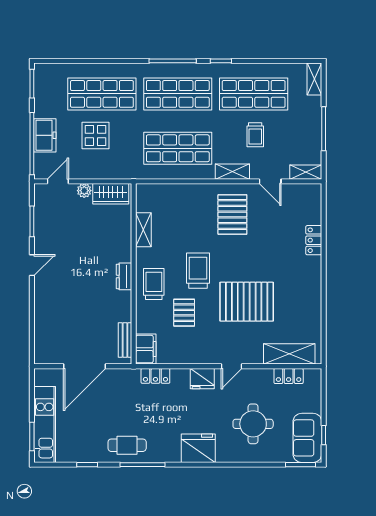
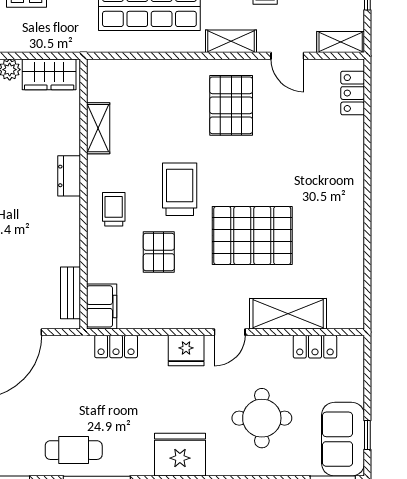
locker: (314, 240) -> (353, 93), moved
dresser: (124, 276) -> (69, 176), moved
trolley: (154, 284) -> (114, 209), width x0.73, depth x0.72
shelving: (289, 354) -> (288, 314), moved

